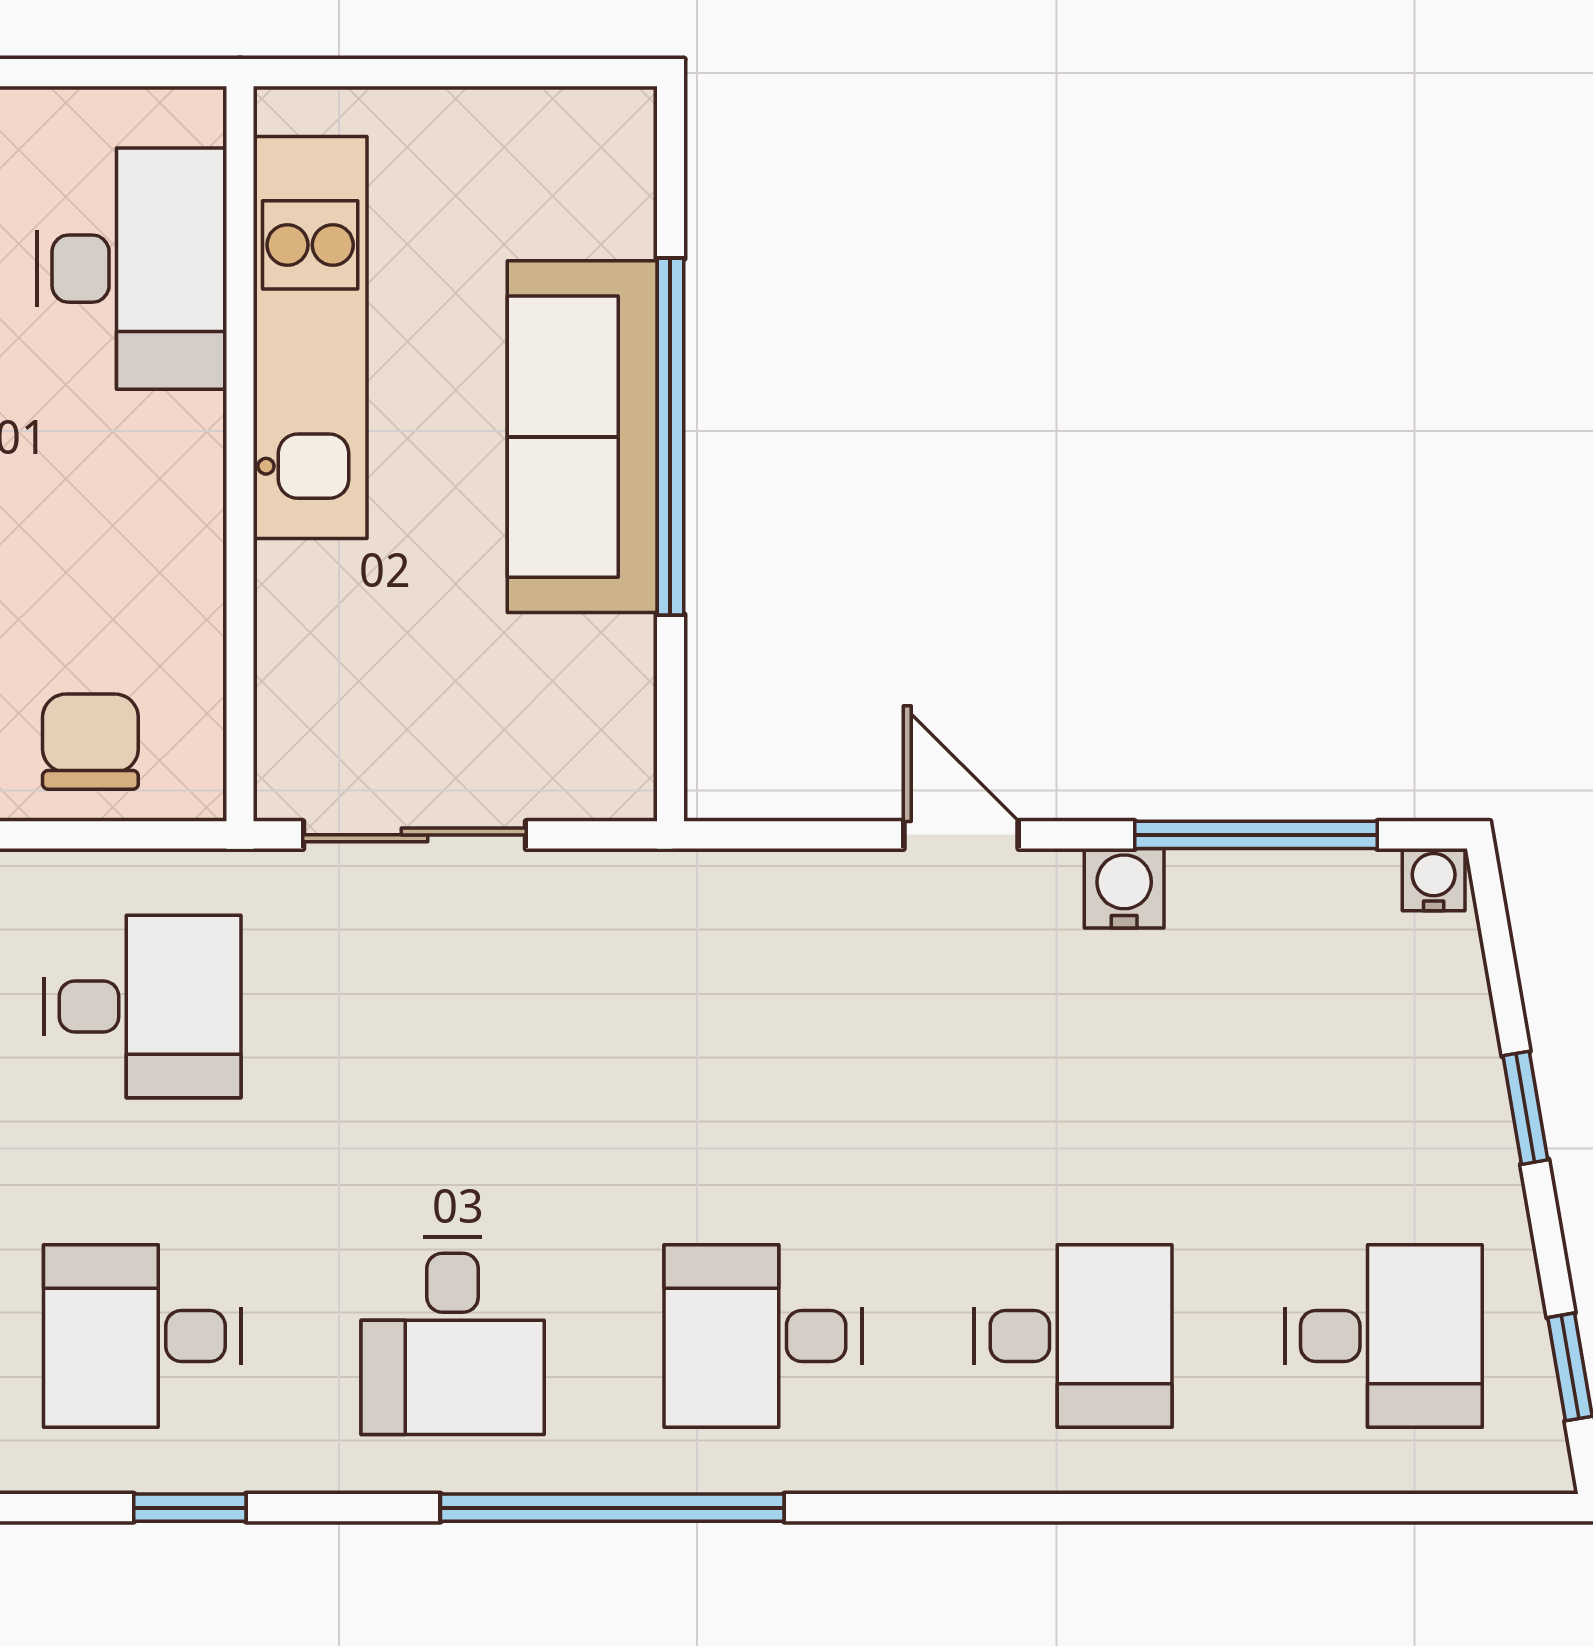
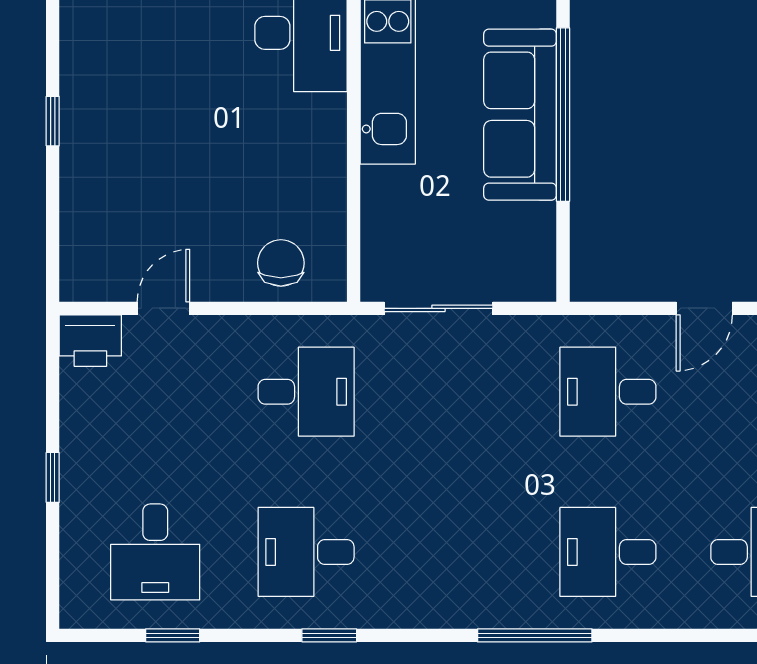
door: (961, 835) -> (704, 308), swing flipped
desk: (453, 1336) -> (608, 392), moved, turned 90
window: (612, 1508) -> (535, 635), width x0.68

